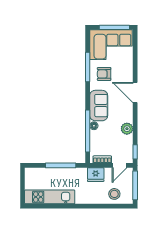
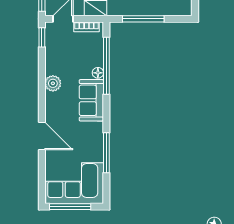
armchair: (104, 74) -> (84, 143), removed
door: (135, 92) -> (42, 136), moved
plant: (127, 129) -> (53, 83), moved

